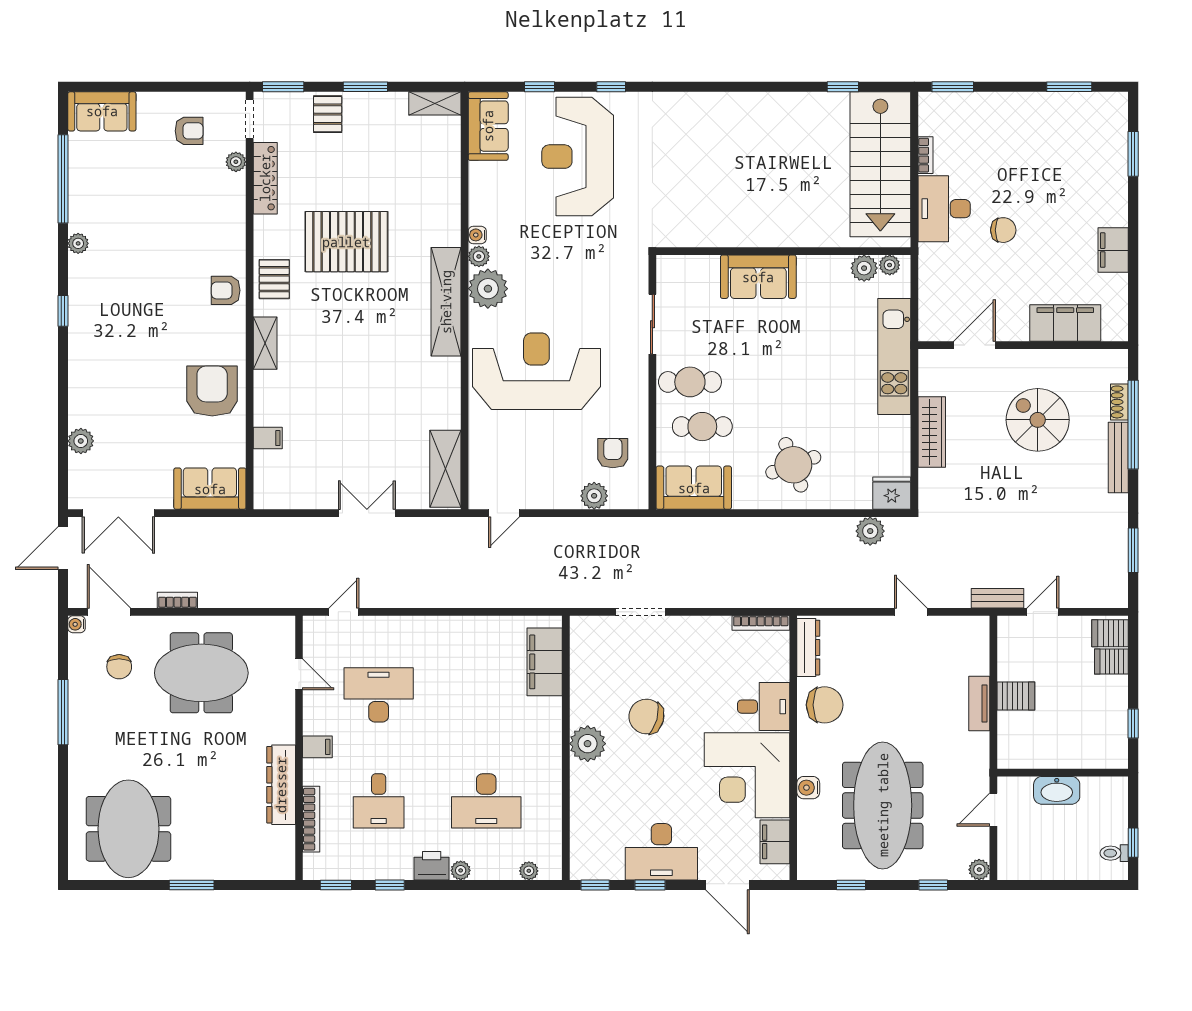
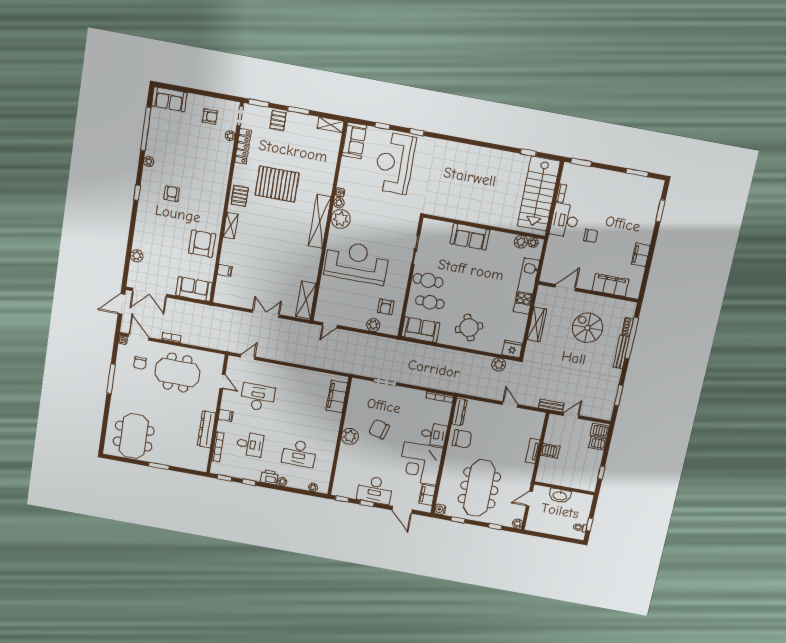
armchair: (226, 290) -> (172, 194), moved, turned 90
armchair: (613, 453) -> (386, 307), turned 180
water cooler: (808, 788) -> (440, 509), moved
desk: (379, 801) -> (250, 444), turned -90

